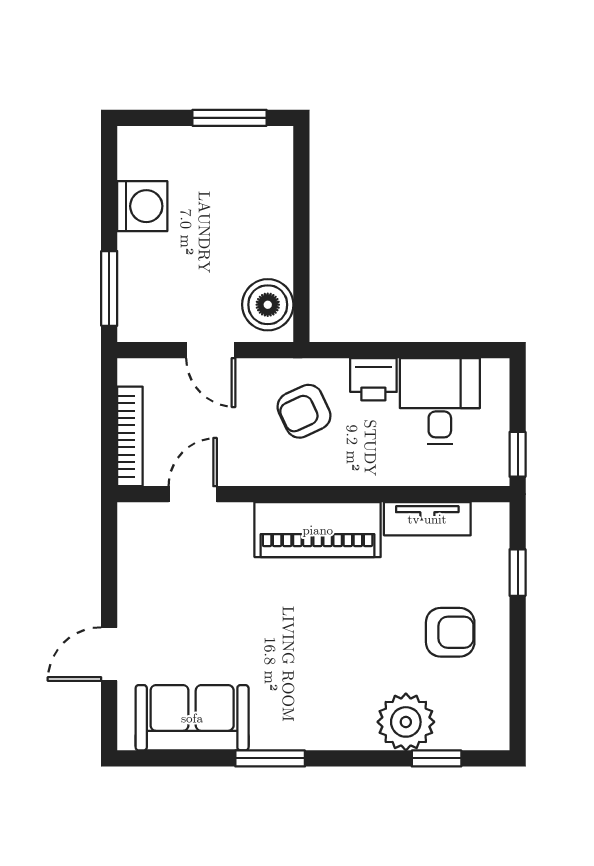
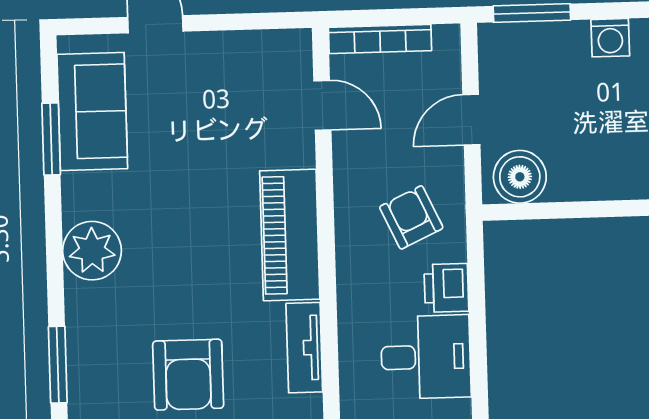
washing machine: (142, 206) -> (610, 38), width x0.73, depth x0.73
armchair: (450, 632) -> (188, 375), width x1.38, depth x1.38
plant: (406, 722) -> (92, 251), moved
window: (270, 758) -> (51, 139), moved
window: (437, 758) -> (58, 365), width x1.50

